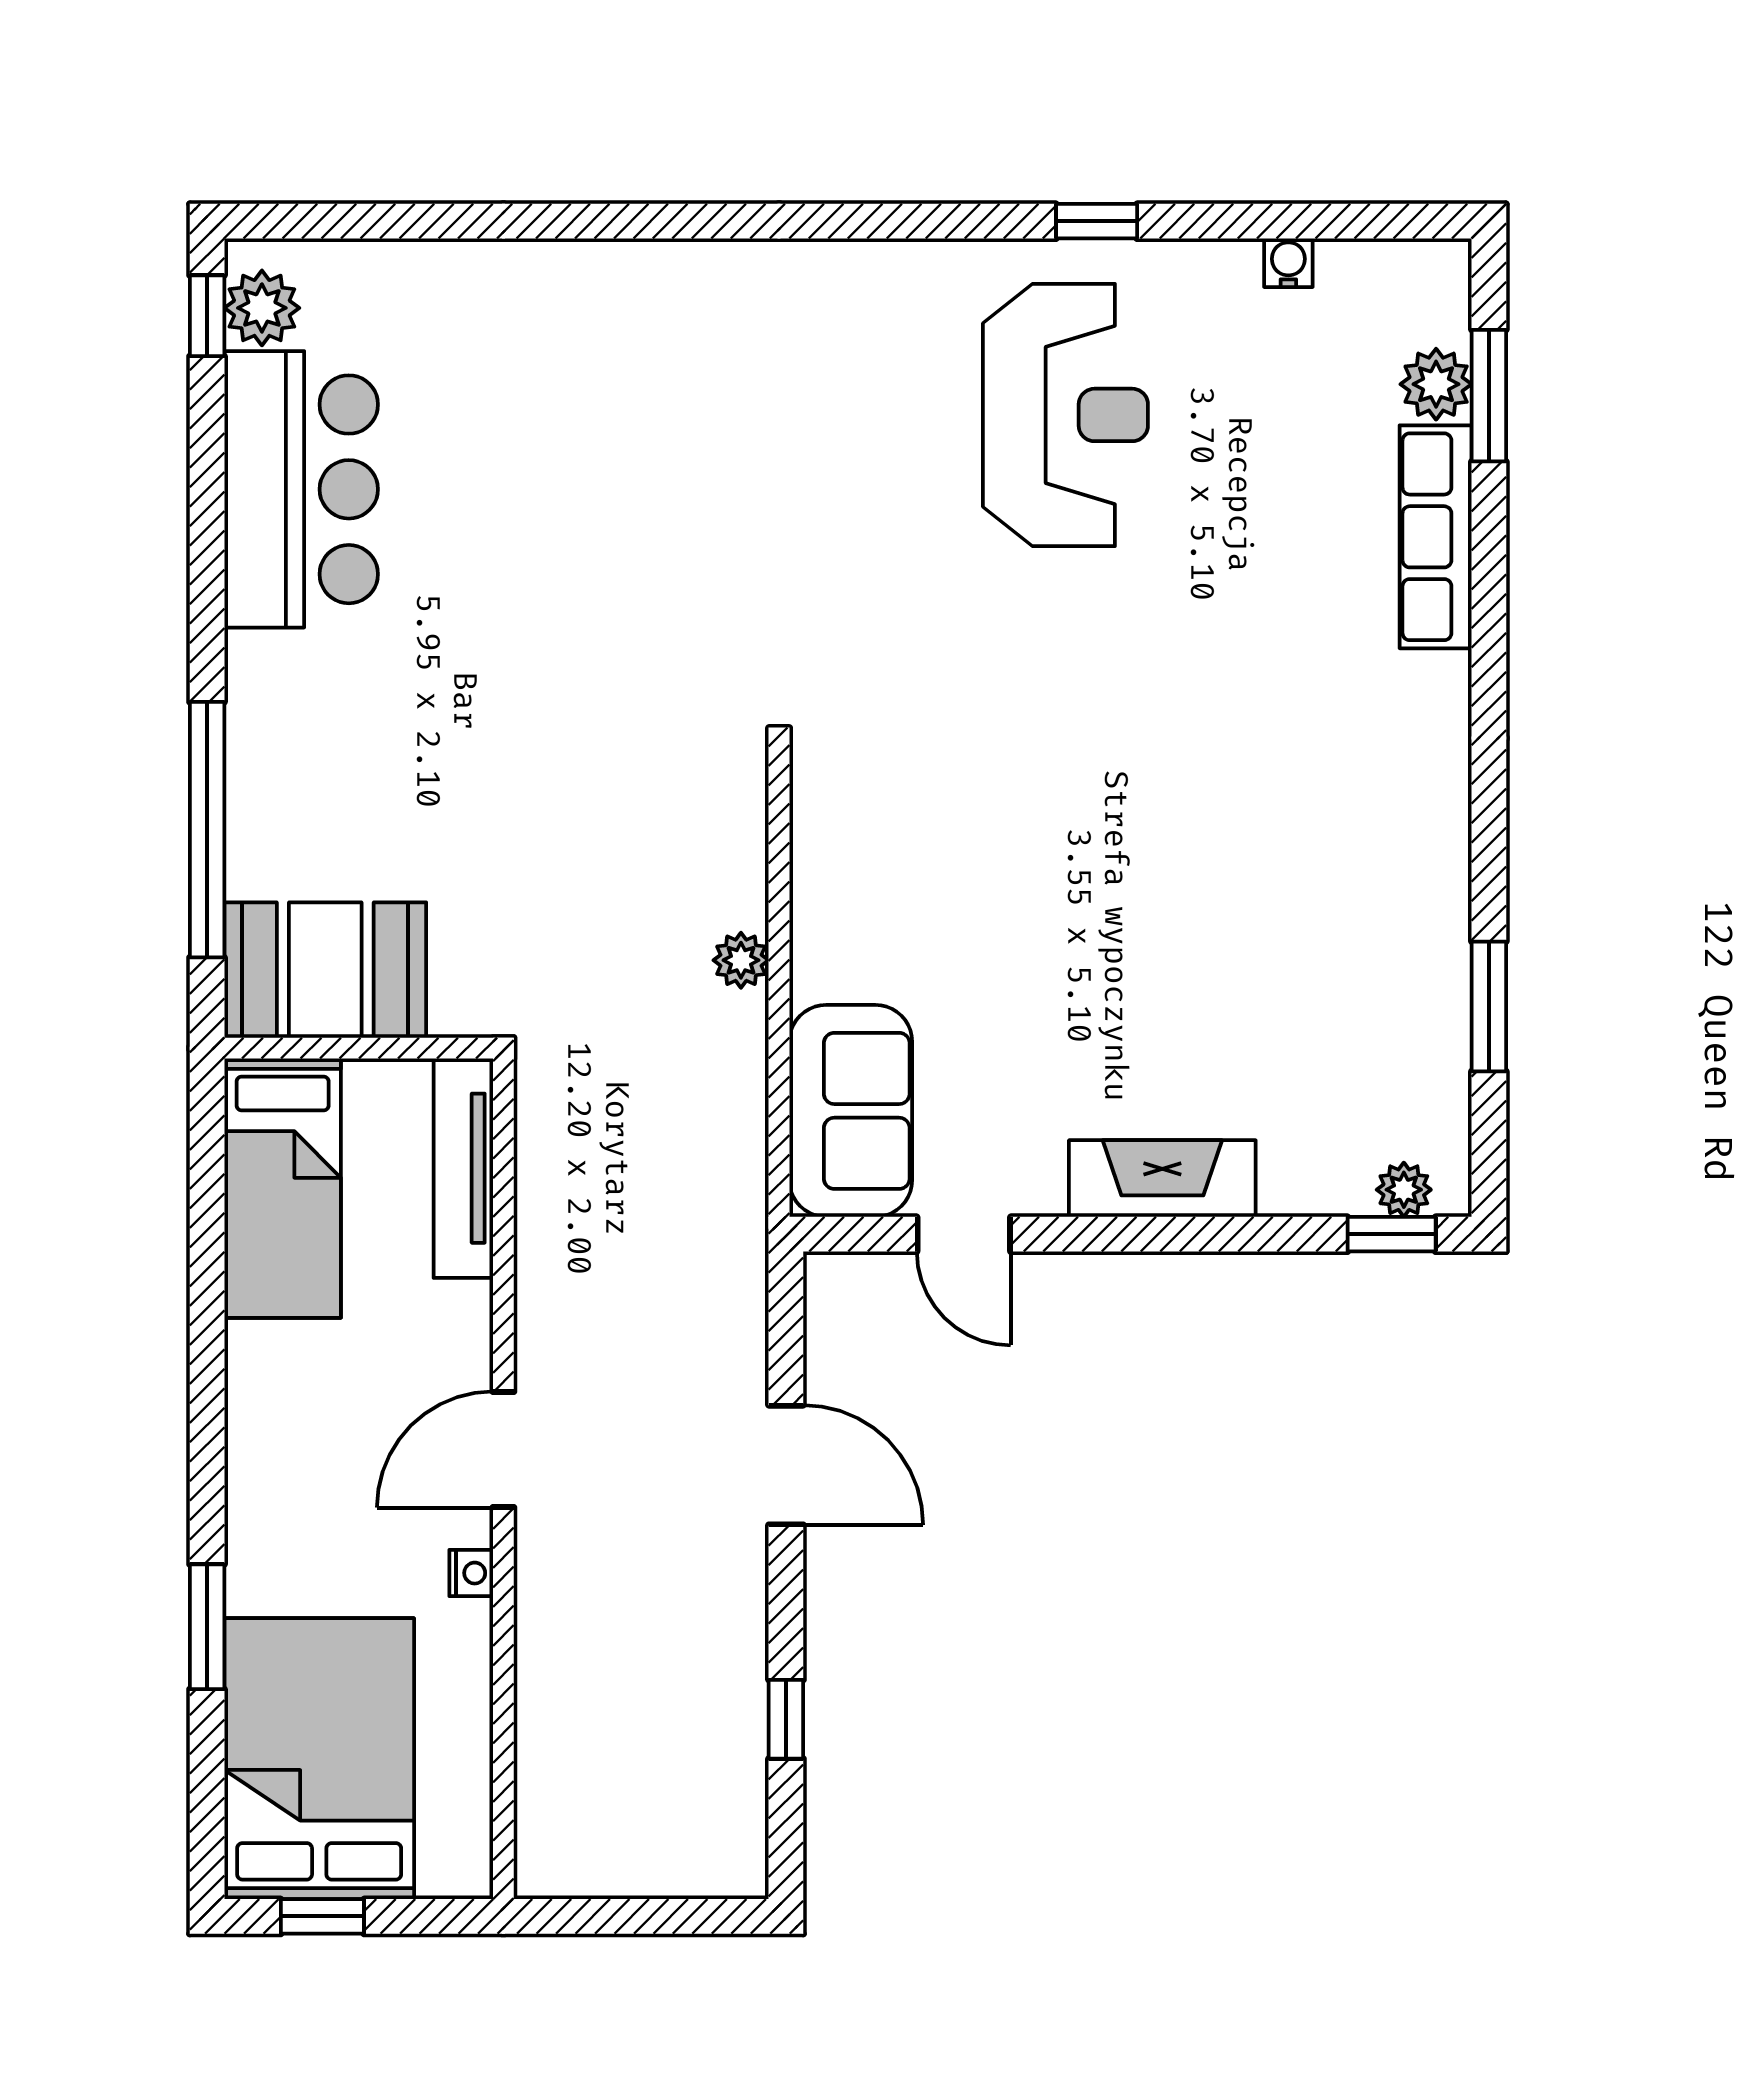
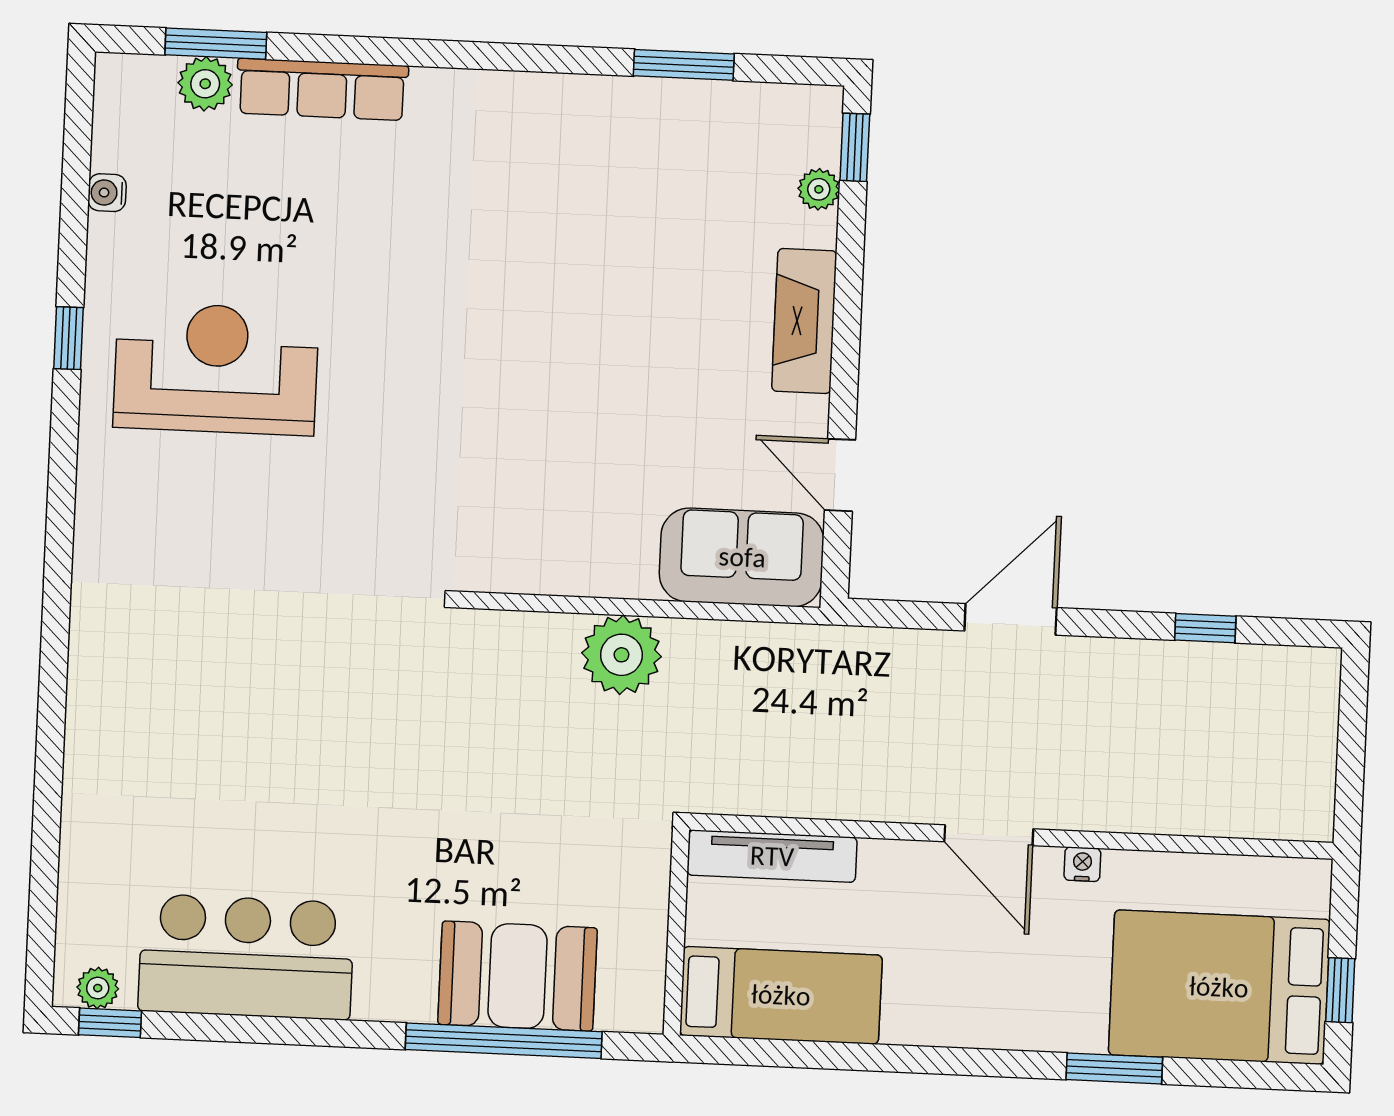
plant: (262, 308) -> (98, 988), width x0.73, depth x0.73
plant: (741, 960) -> (621, 655), width x1.88, depth x1.88
booth: (325, 970) -> (518, 976), moved, turned 90
plant: (1404, 1190) -> (819, 189), moved
door: (964, 1234) -> (840, 475), swing flipped

